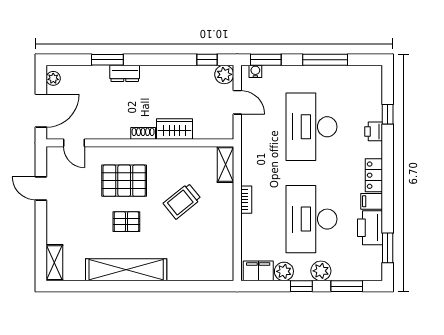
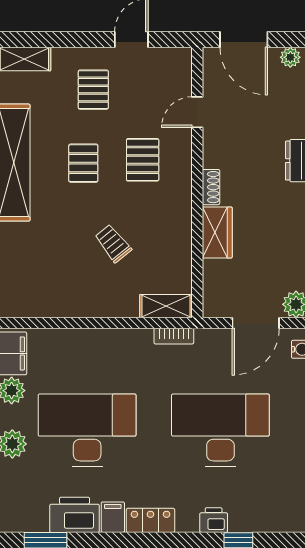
door: (237, 102) -> (256, 323), width x1.38
door: (74, 143) -> (197, 112), moved
pallet: (124, 181) -> (143, 160), width x0.67, depth x0.71
bookcase: (246, 200) -> (174, 336), moved
trolley: (182, 201) -> (113, 243), width x0.73, depth x0.72
pallet: (76, 215) -> (93, 90), added

